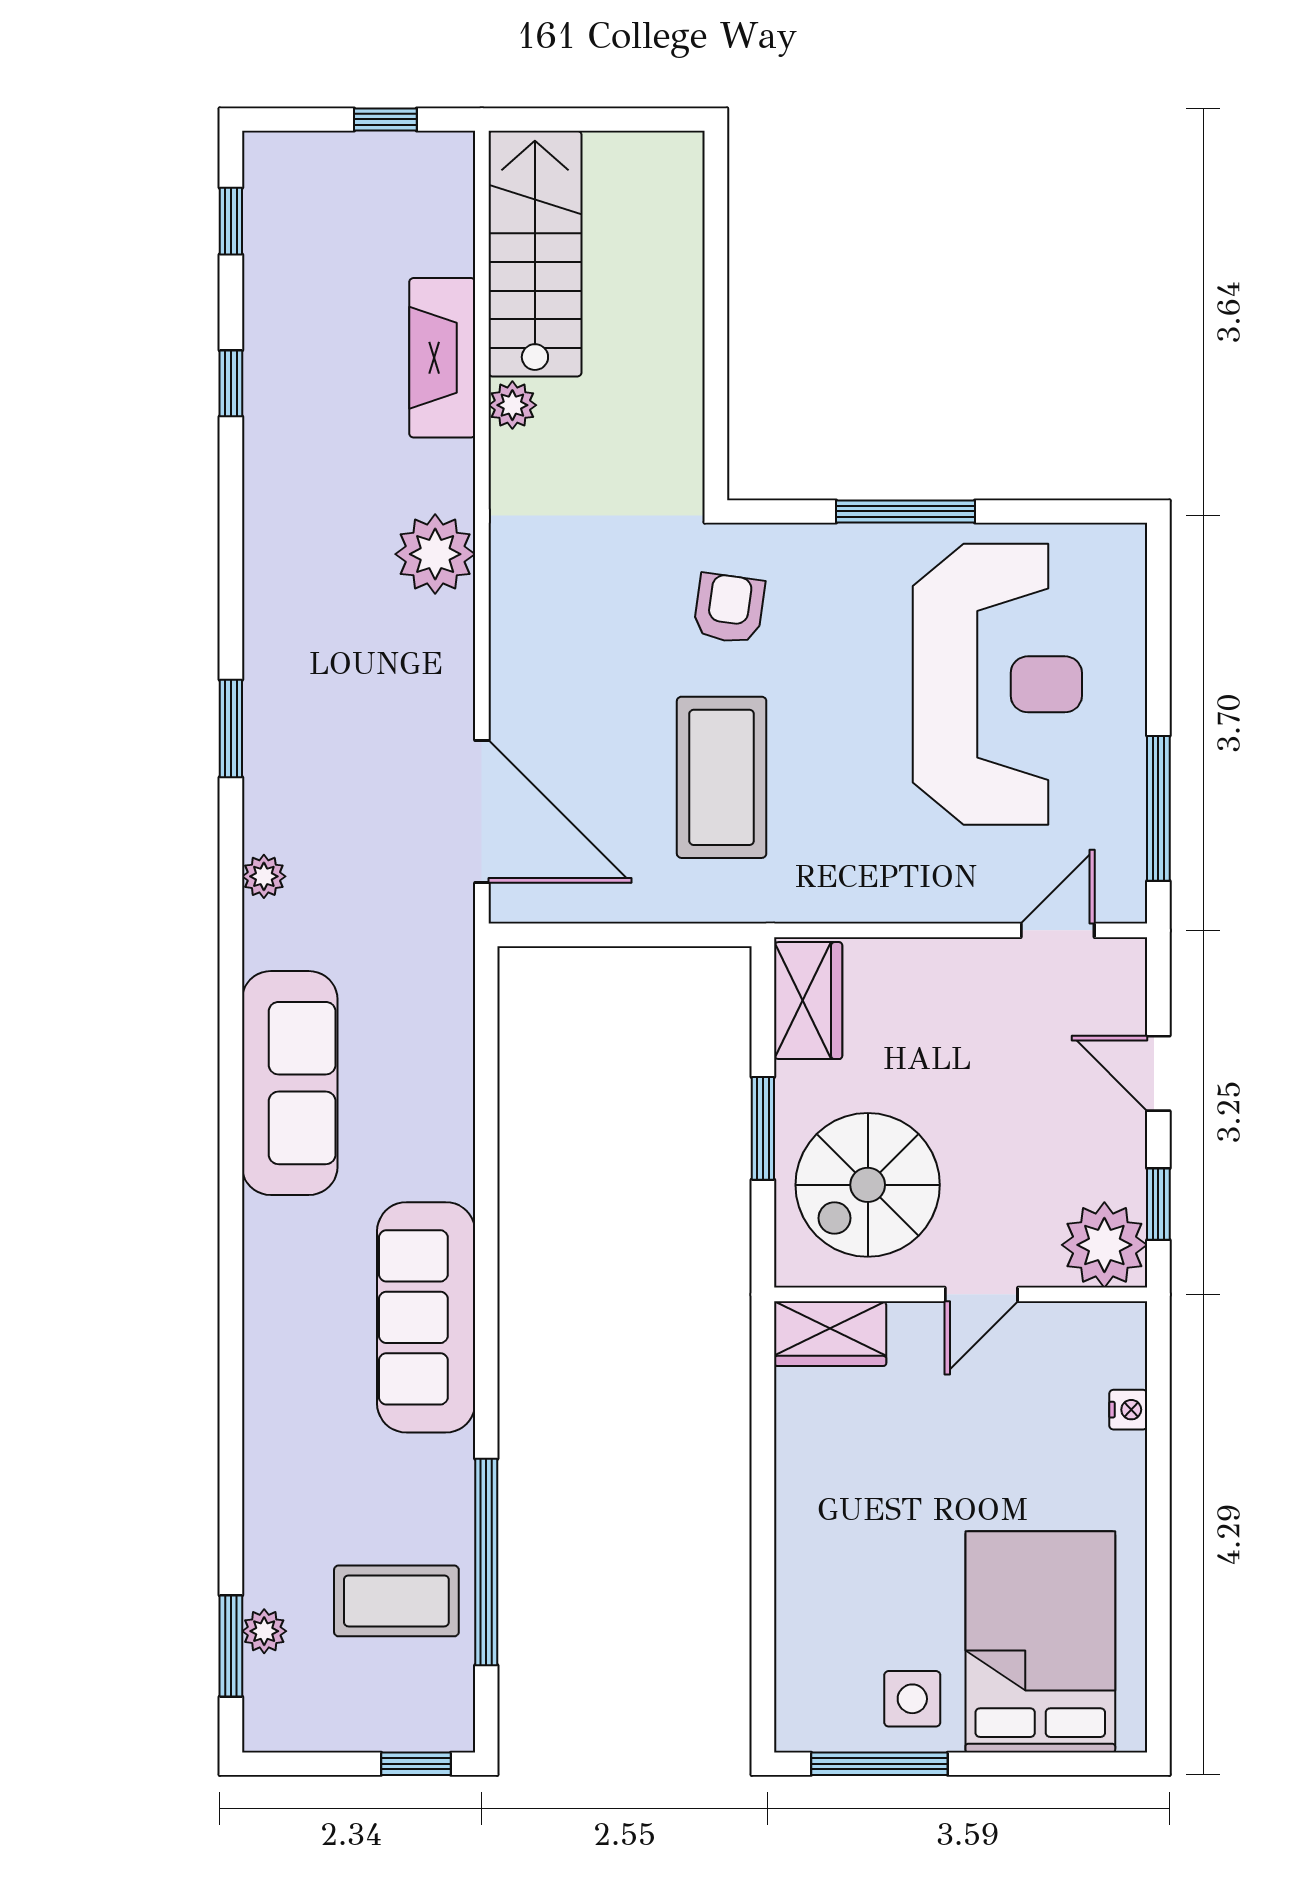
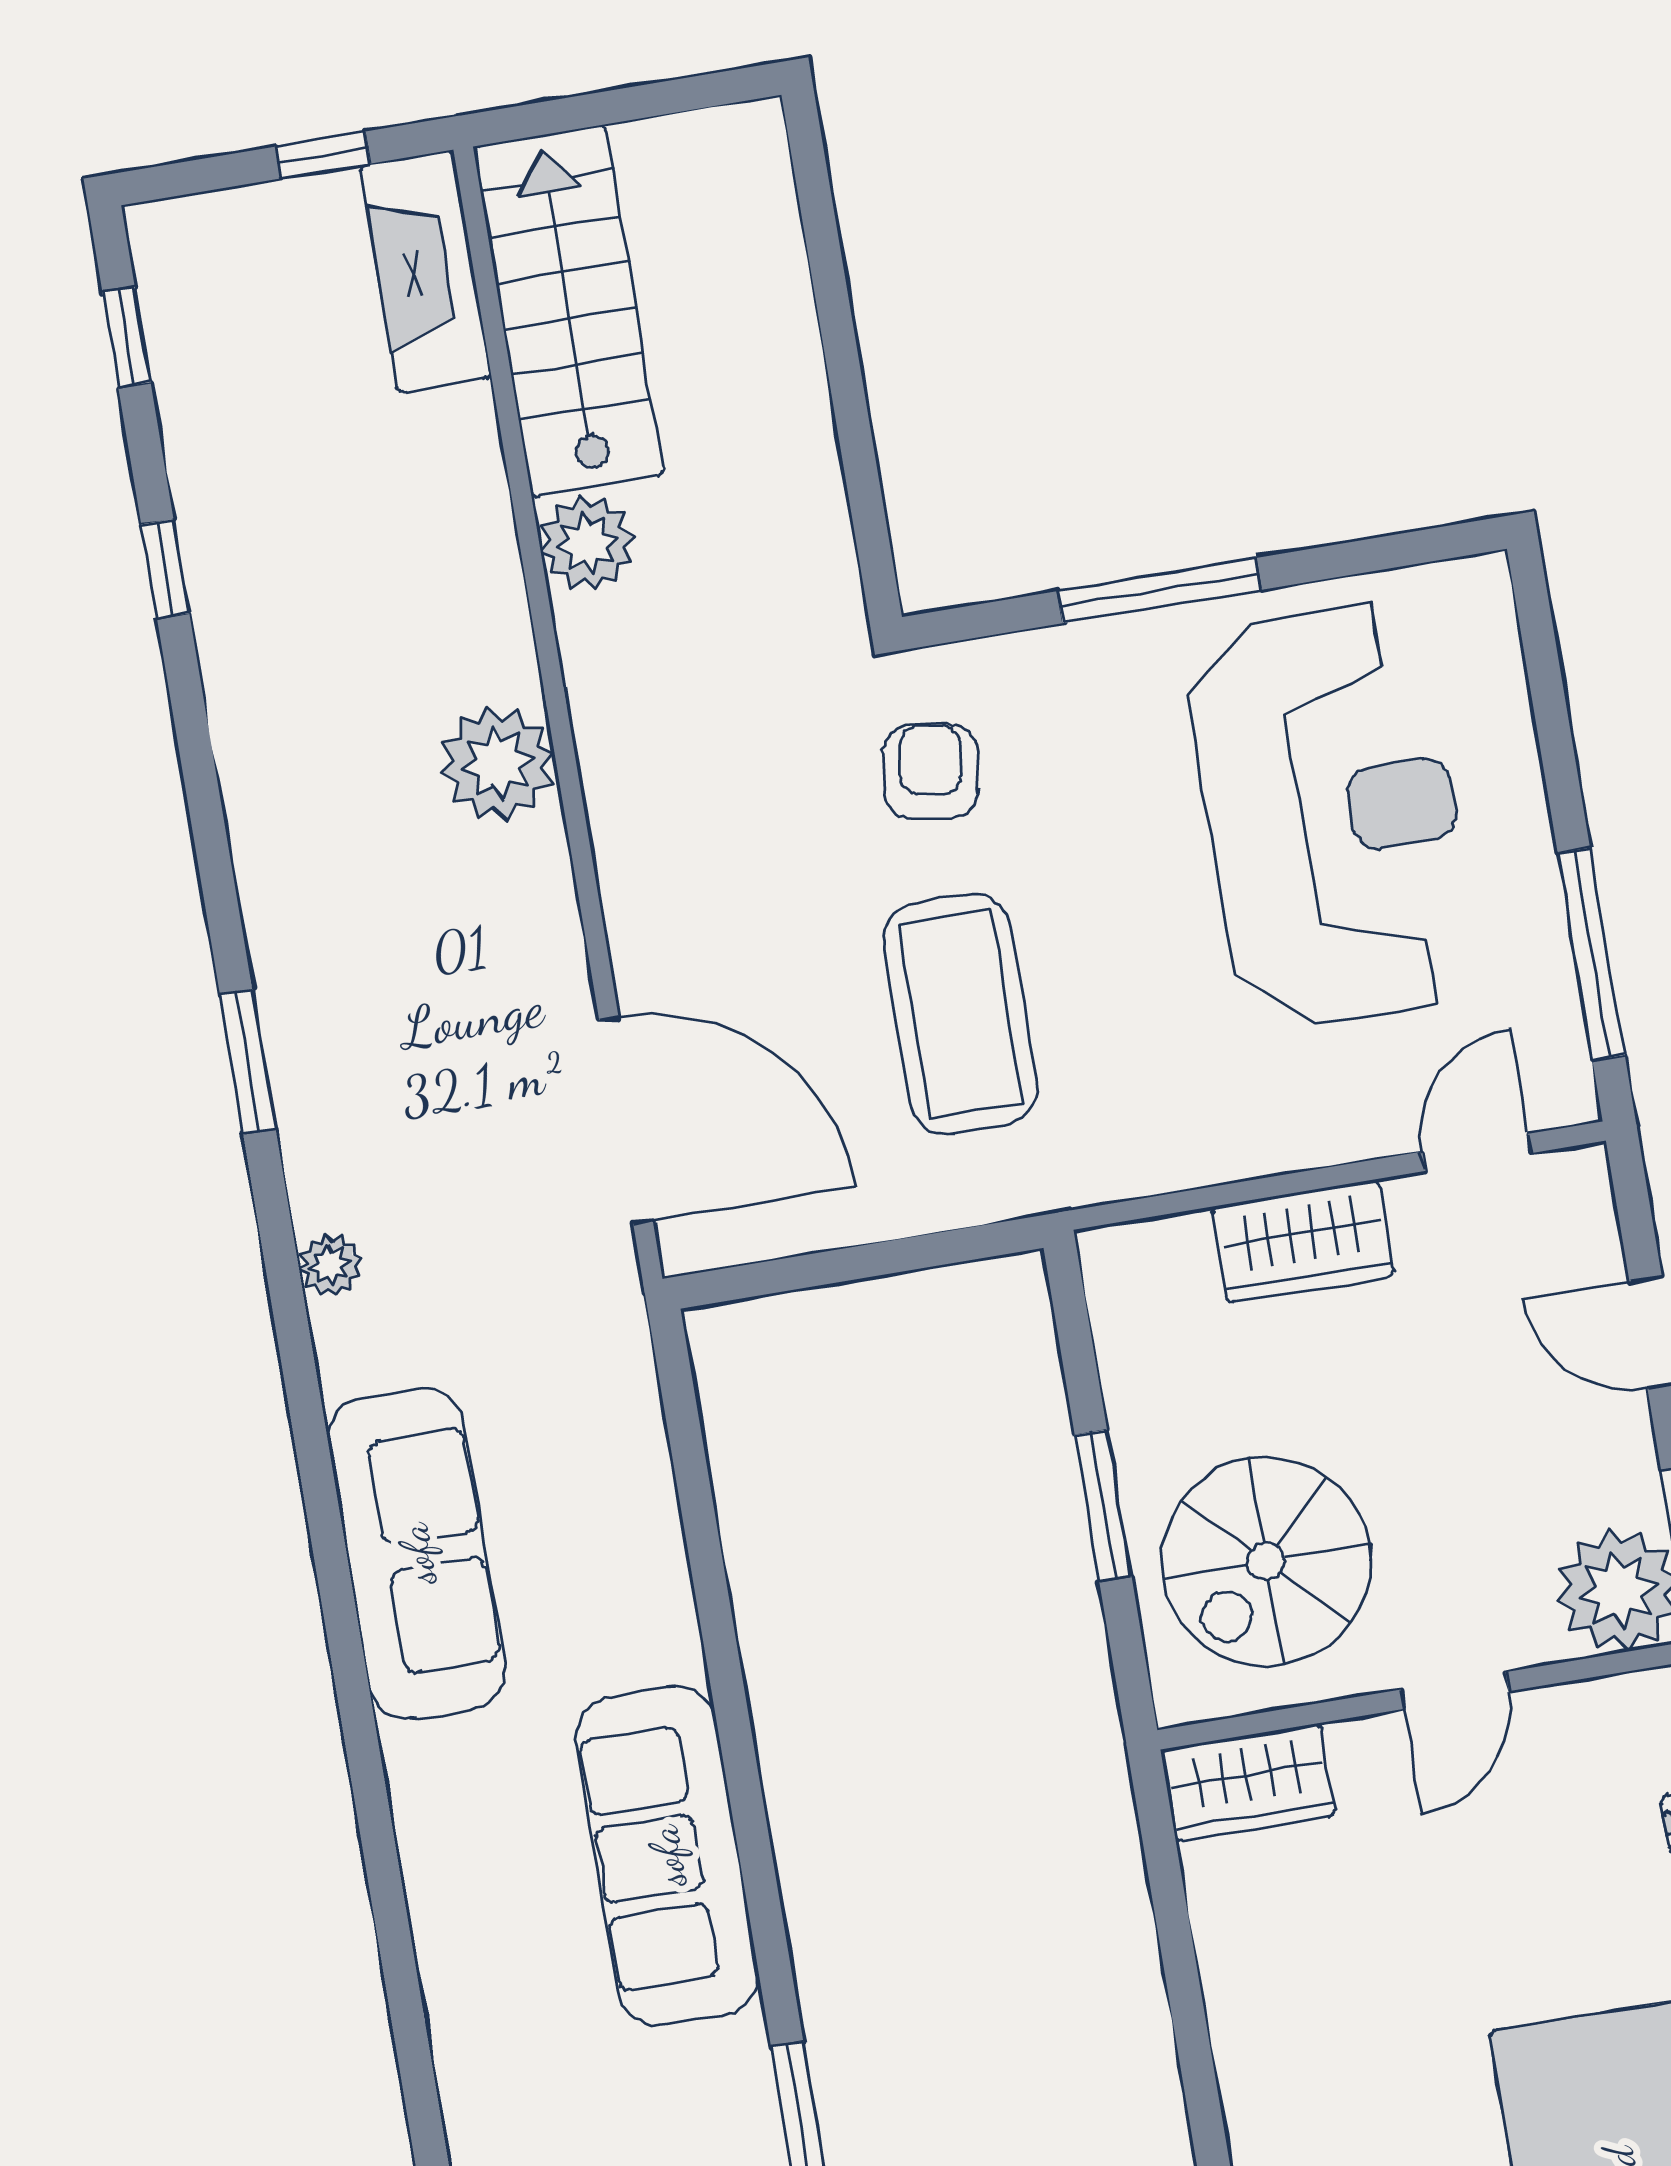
fireplace: (442, 358) -> (426, 271), moved
plant: (512, 405) -> (587, 543), width x1.38, depth x1.38
wardrobe: (808, 1001) -> (1303, 1241), moved, turned 90

